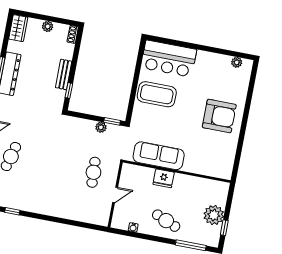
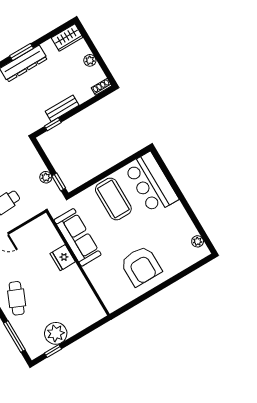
sofa: (159, 156) -> (78, 237), moved
wall: (177, 171) -> (78, 263), moved
fridge: (164, 178) -> (63, 258), moved

